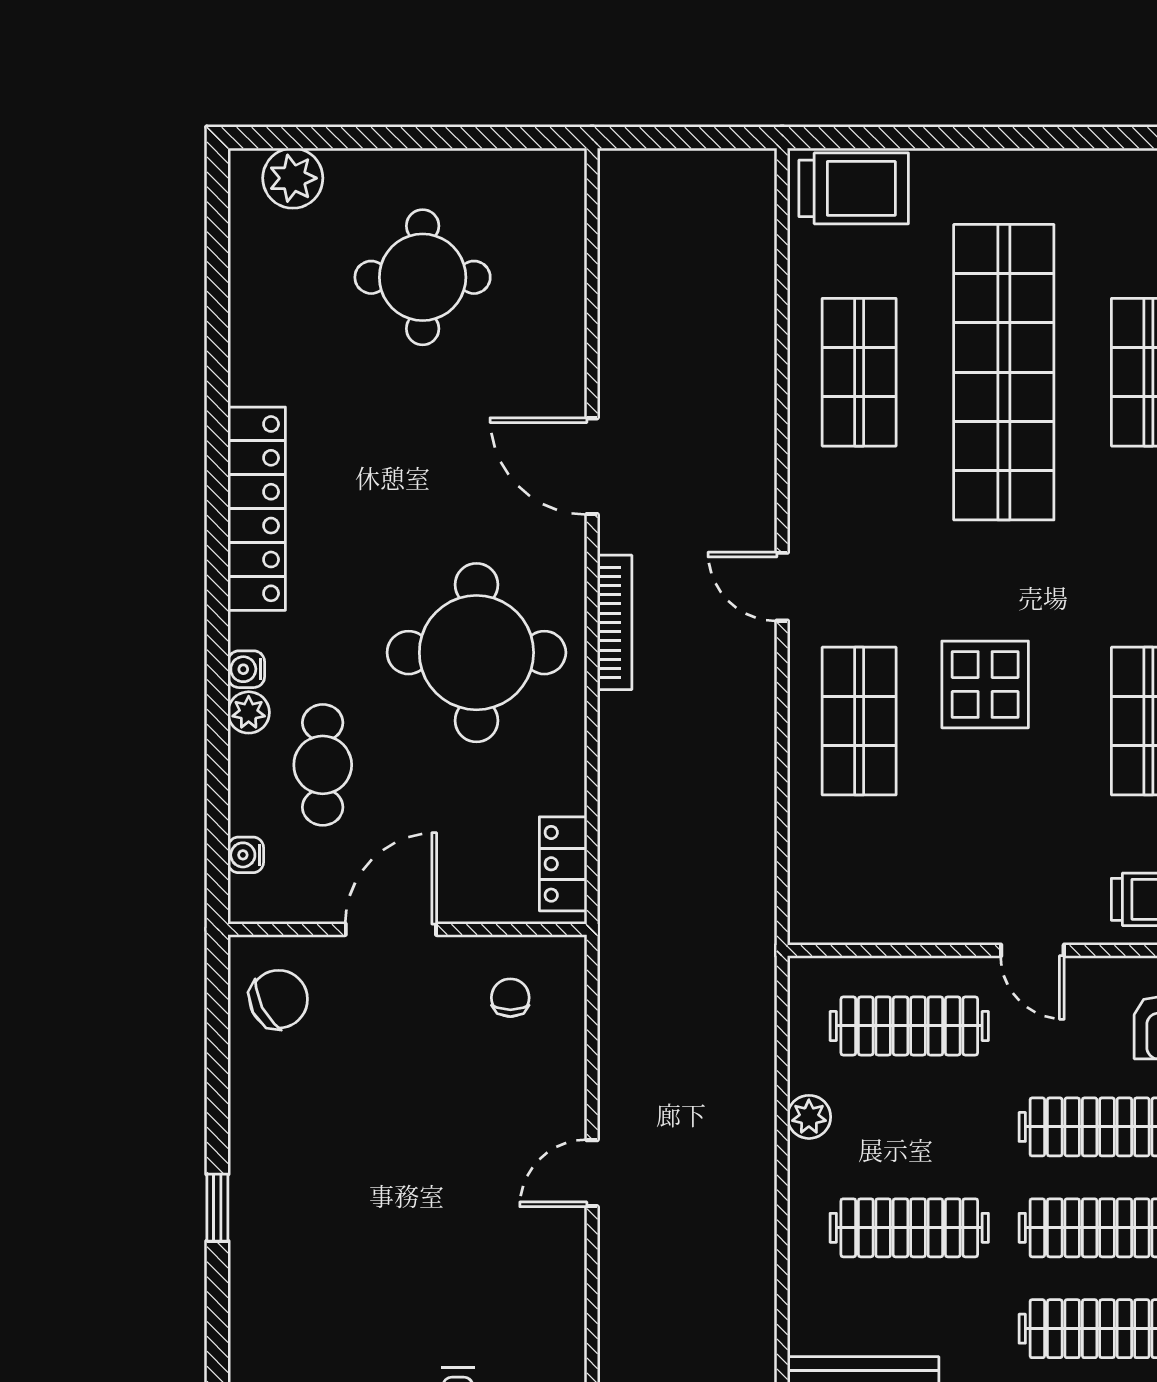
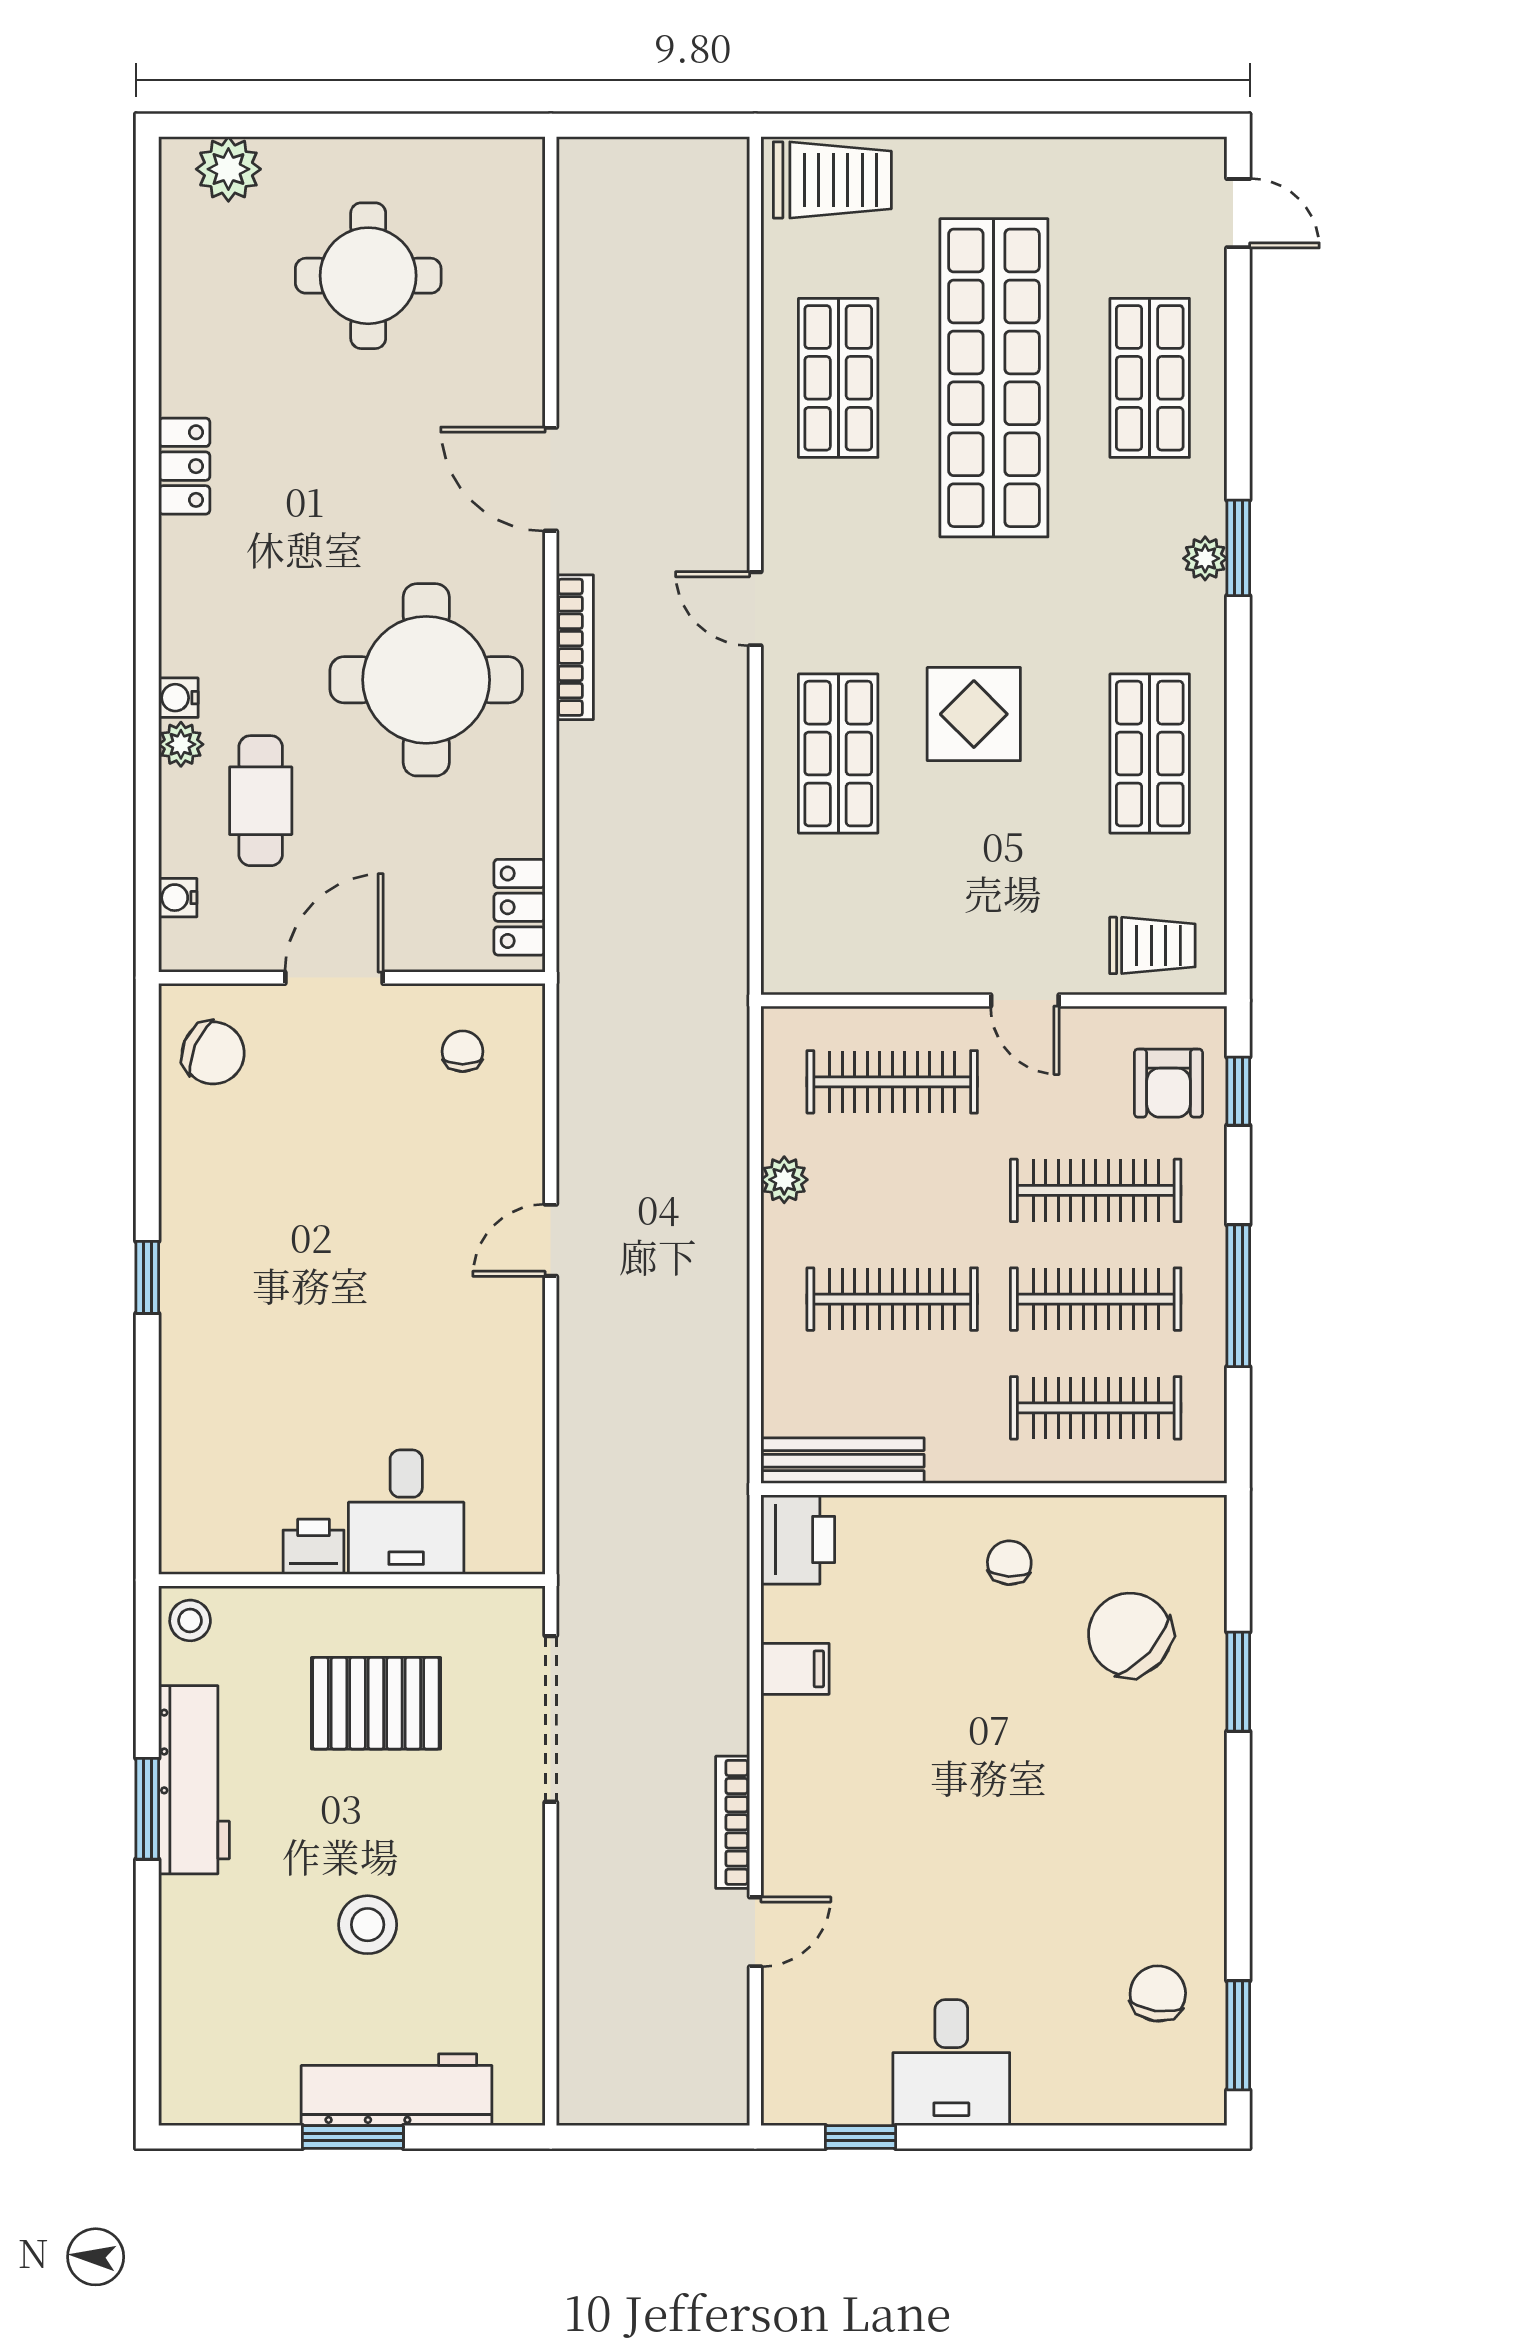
locker: (257, 509) -> (184, 466), width x0.46, depth x0.83
chair: (279, 999) -> (213, 1053), turned 50

